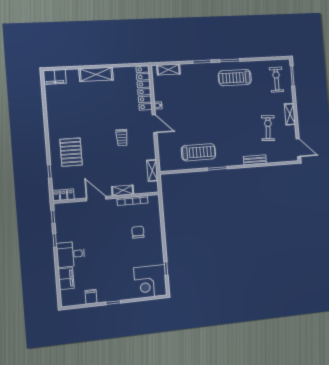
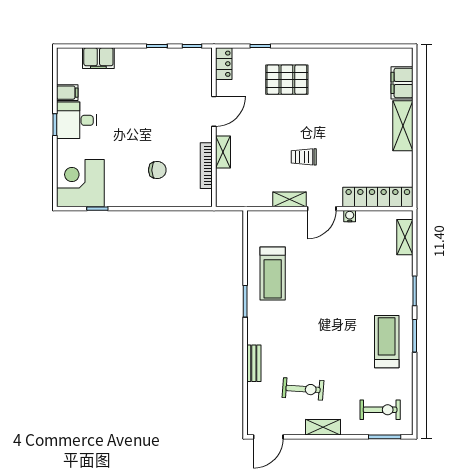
filing cabinet: (55, 77) -> (402, 83), moved
shelving: (152, 171) -> (290, 199), moved
desk: (71, 254) -> (76, 120), moved, turned -90

